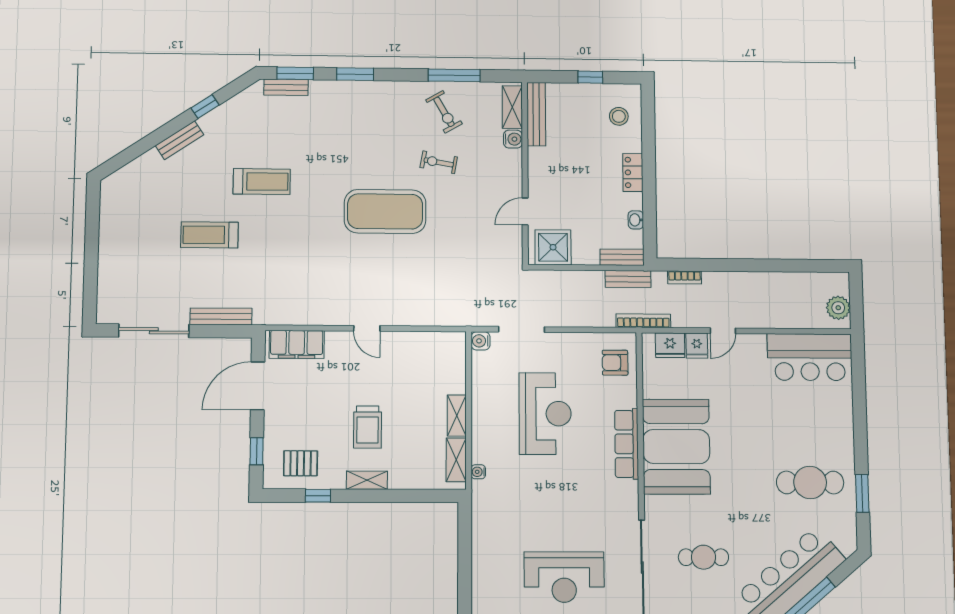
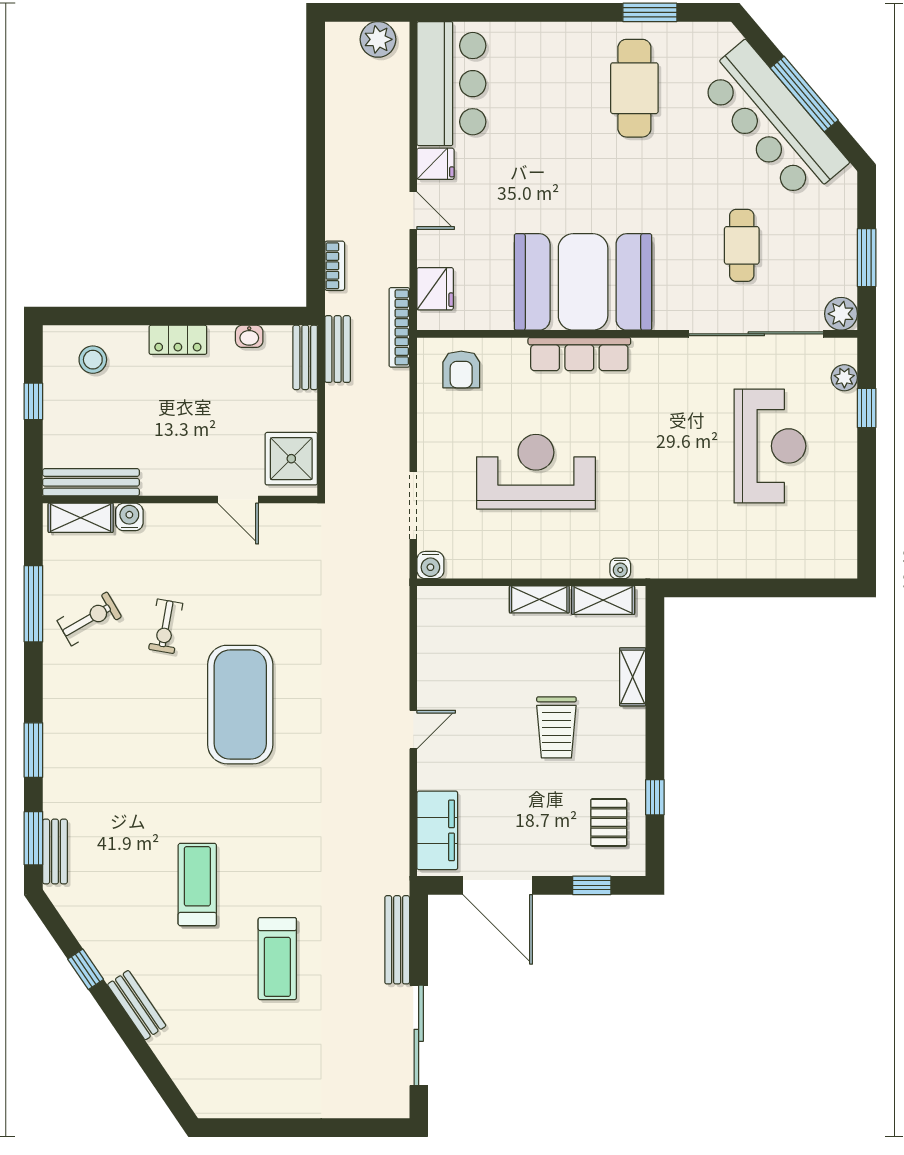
fridge: (697, 346) -> (435, 164), moved
trolley: (368, 427) -> (556, 727), turned 90
shelving: (367, 480) -> (633, 677), moved

